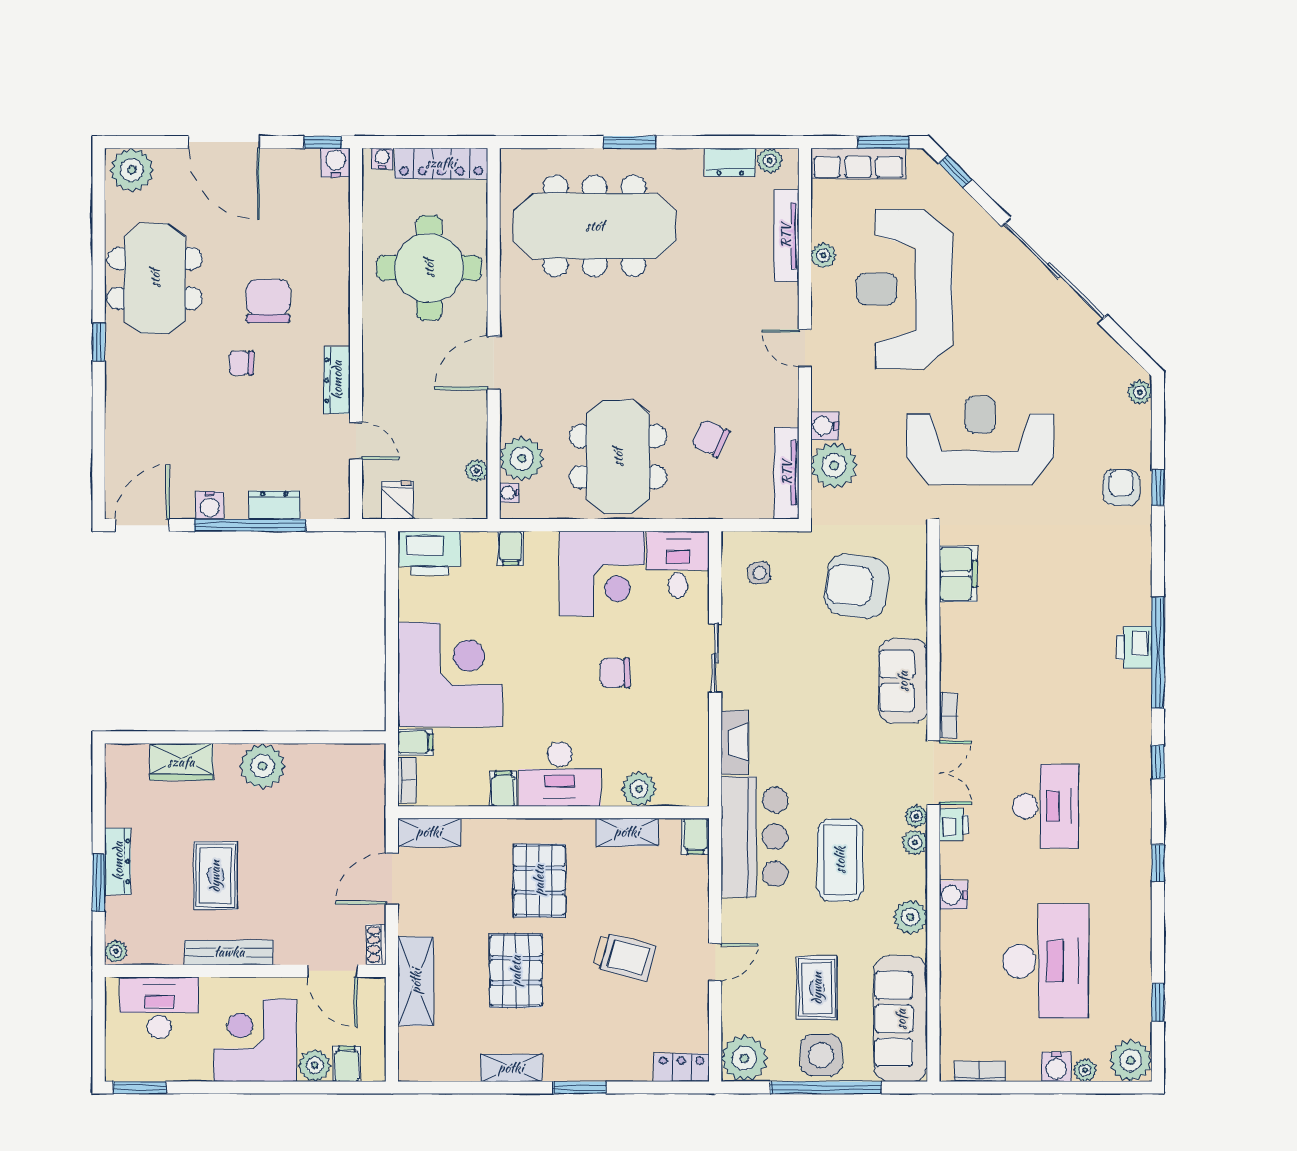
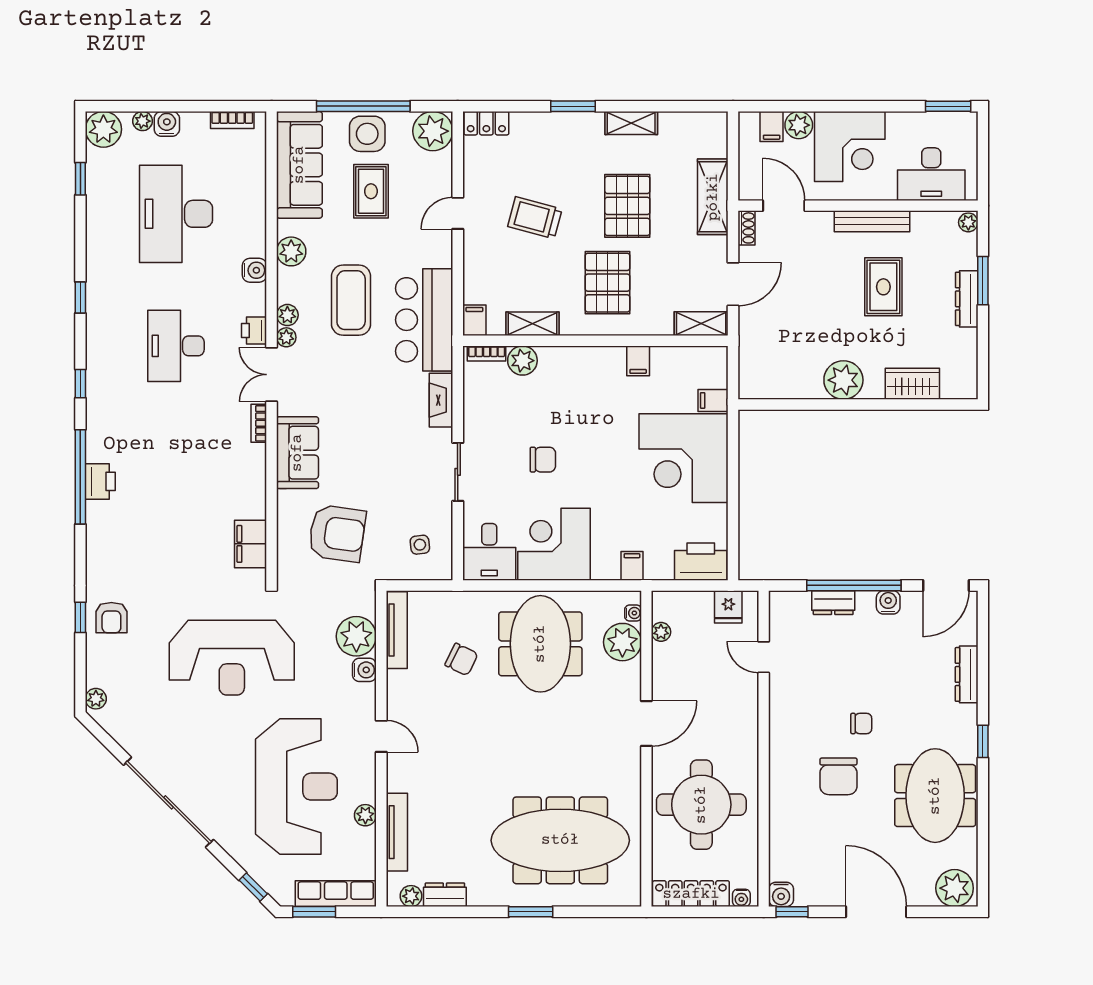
dresser: (337, 380) -> (967, 674), moved, turned 180
desk: (560, 774) -> (590, 373), removed
bookcase: (407, 780) -> (487, 353), moved, turned -90

